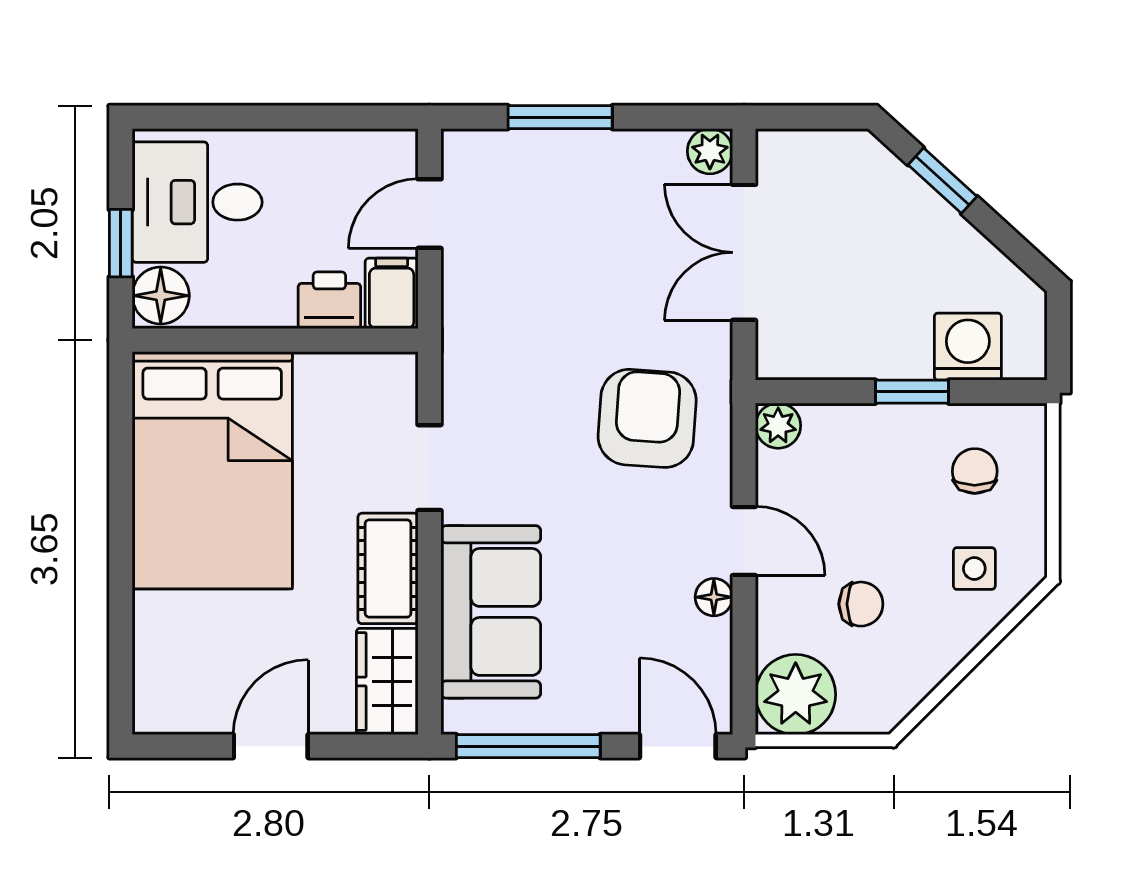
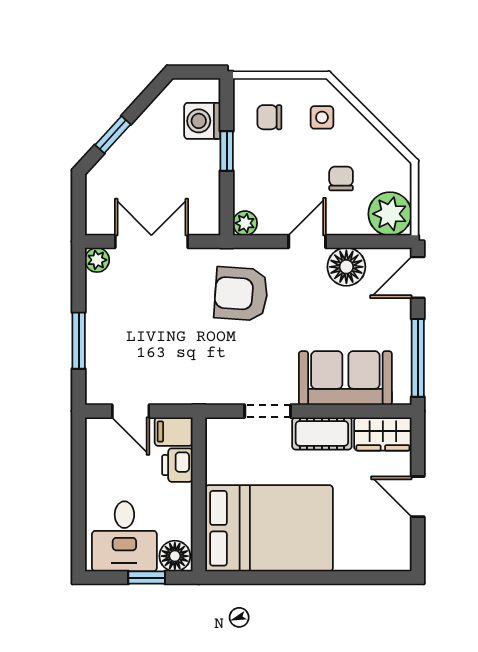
double door: (744, 252) -> (151, 242), swing flipped
floor lamp: (714, 597) -> (346, 267), width x1.89, depth x1.89

